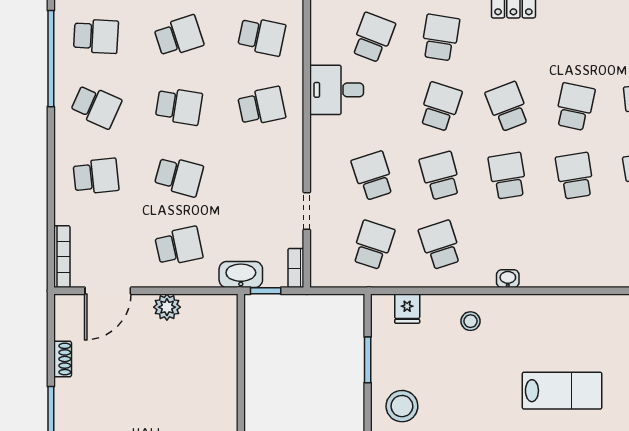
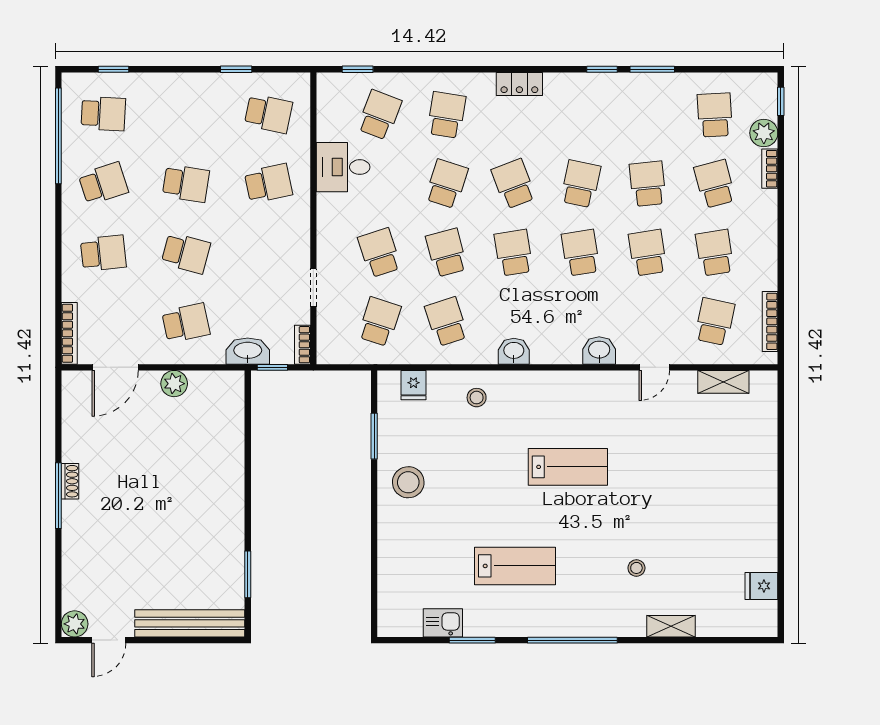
school desk: (179, 36) -> (186, 114), removed
school desk: (96, 106) -> (103, 183), turned -42
washbasin: (593, 274) -> (599, 350), added
washbasin: (508, 279) -> (514, 351), width x1.38, depth x1.45
shoe rack: (63, 359) -> (70, 481), moved

